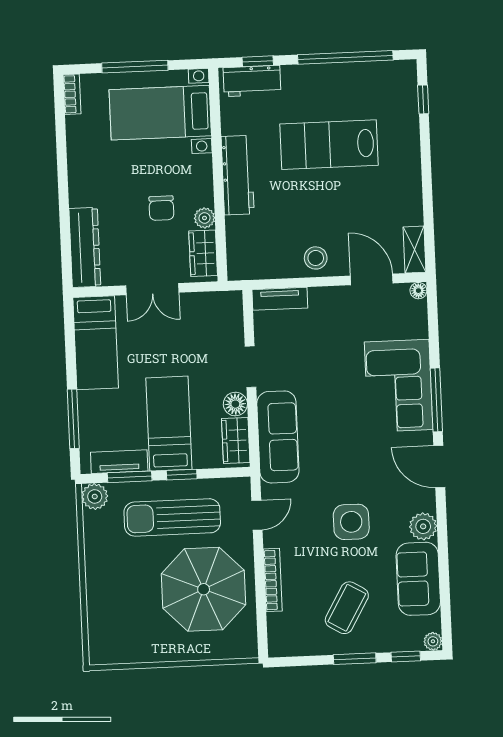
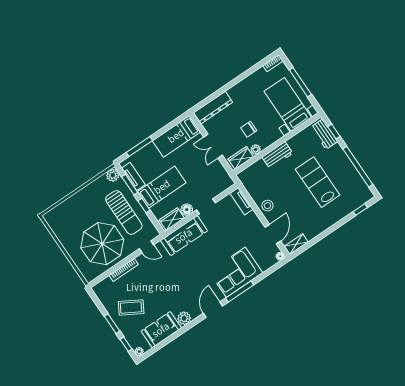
workbench: (238, 175) -> (277, 155), width x0.73
sun lounger: (172, 517) -> (124, 212), turned 180
side table: (351, 522) -> (168, 287), removed

